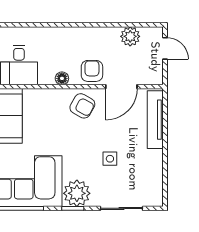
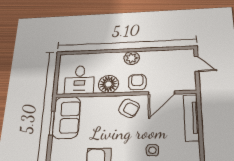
plant: (130, 36) -> (132, 58), moved
floor lamp: (62, 78) -> (108, 84), width x1.89, depth x1.89

